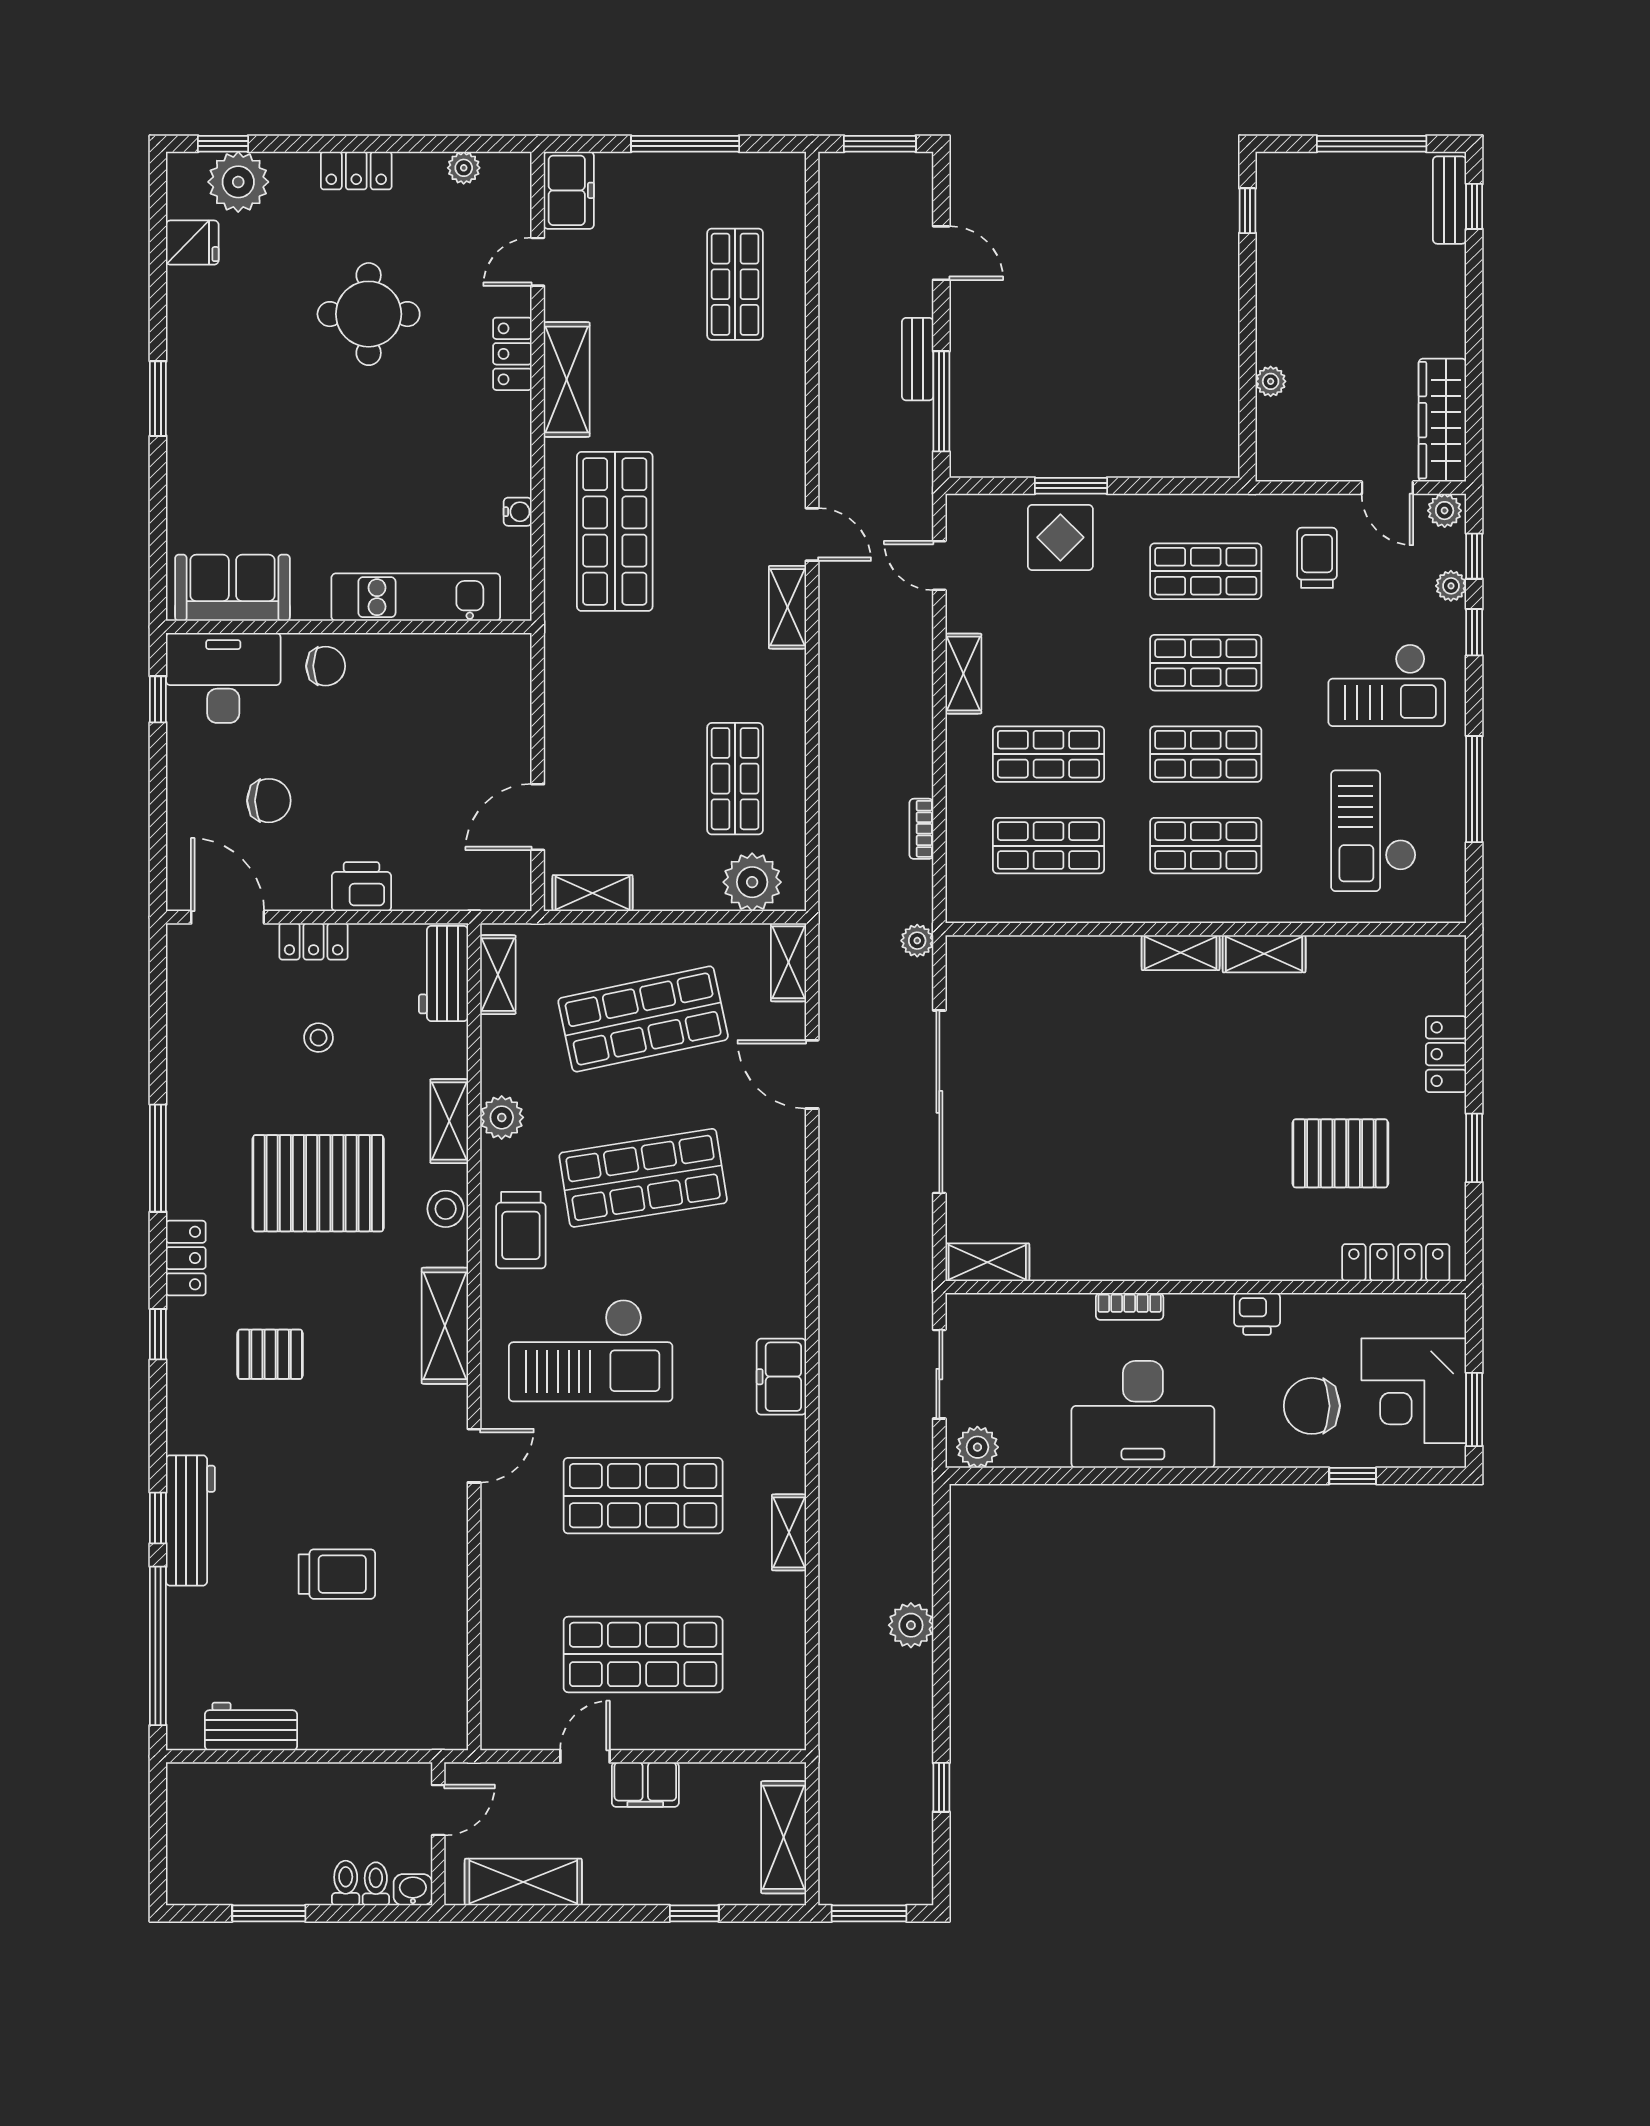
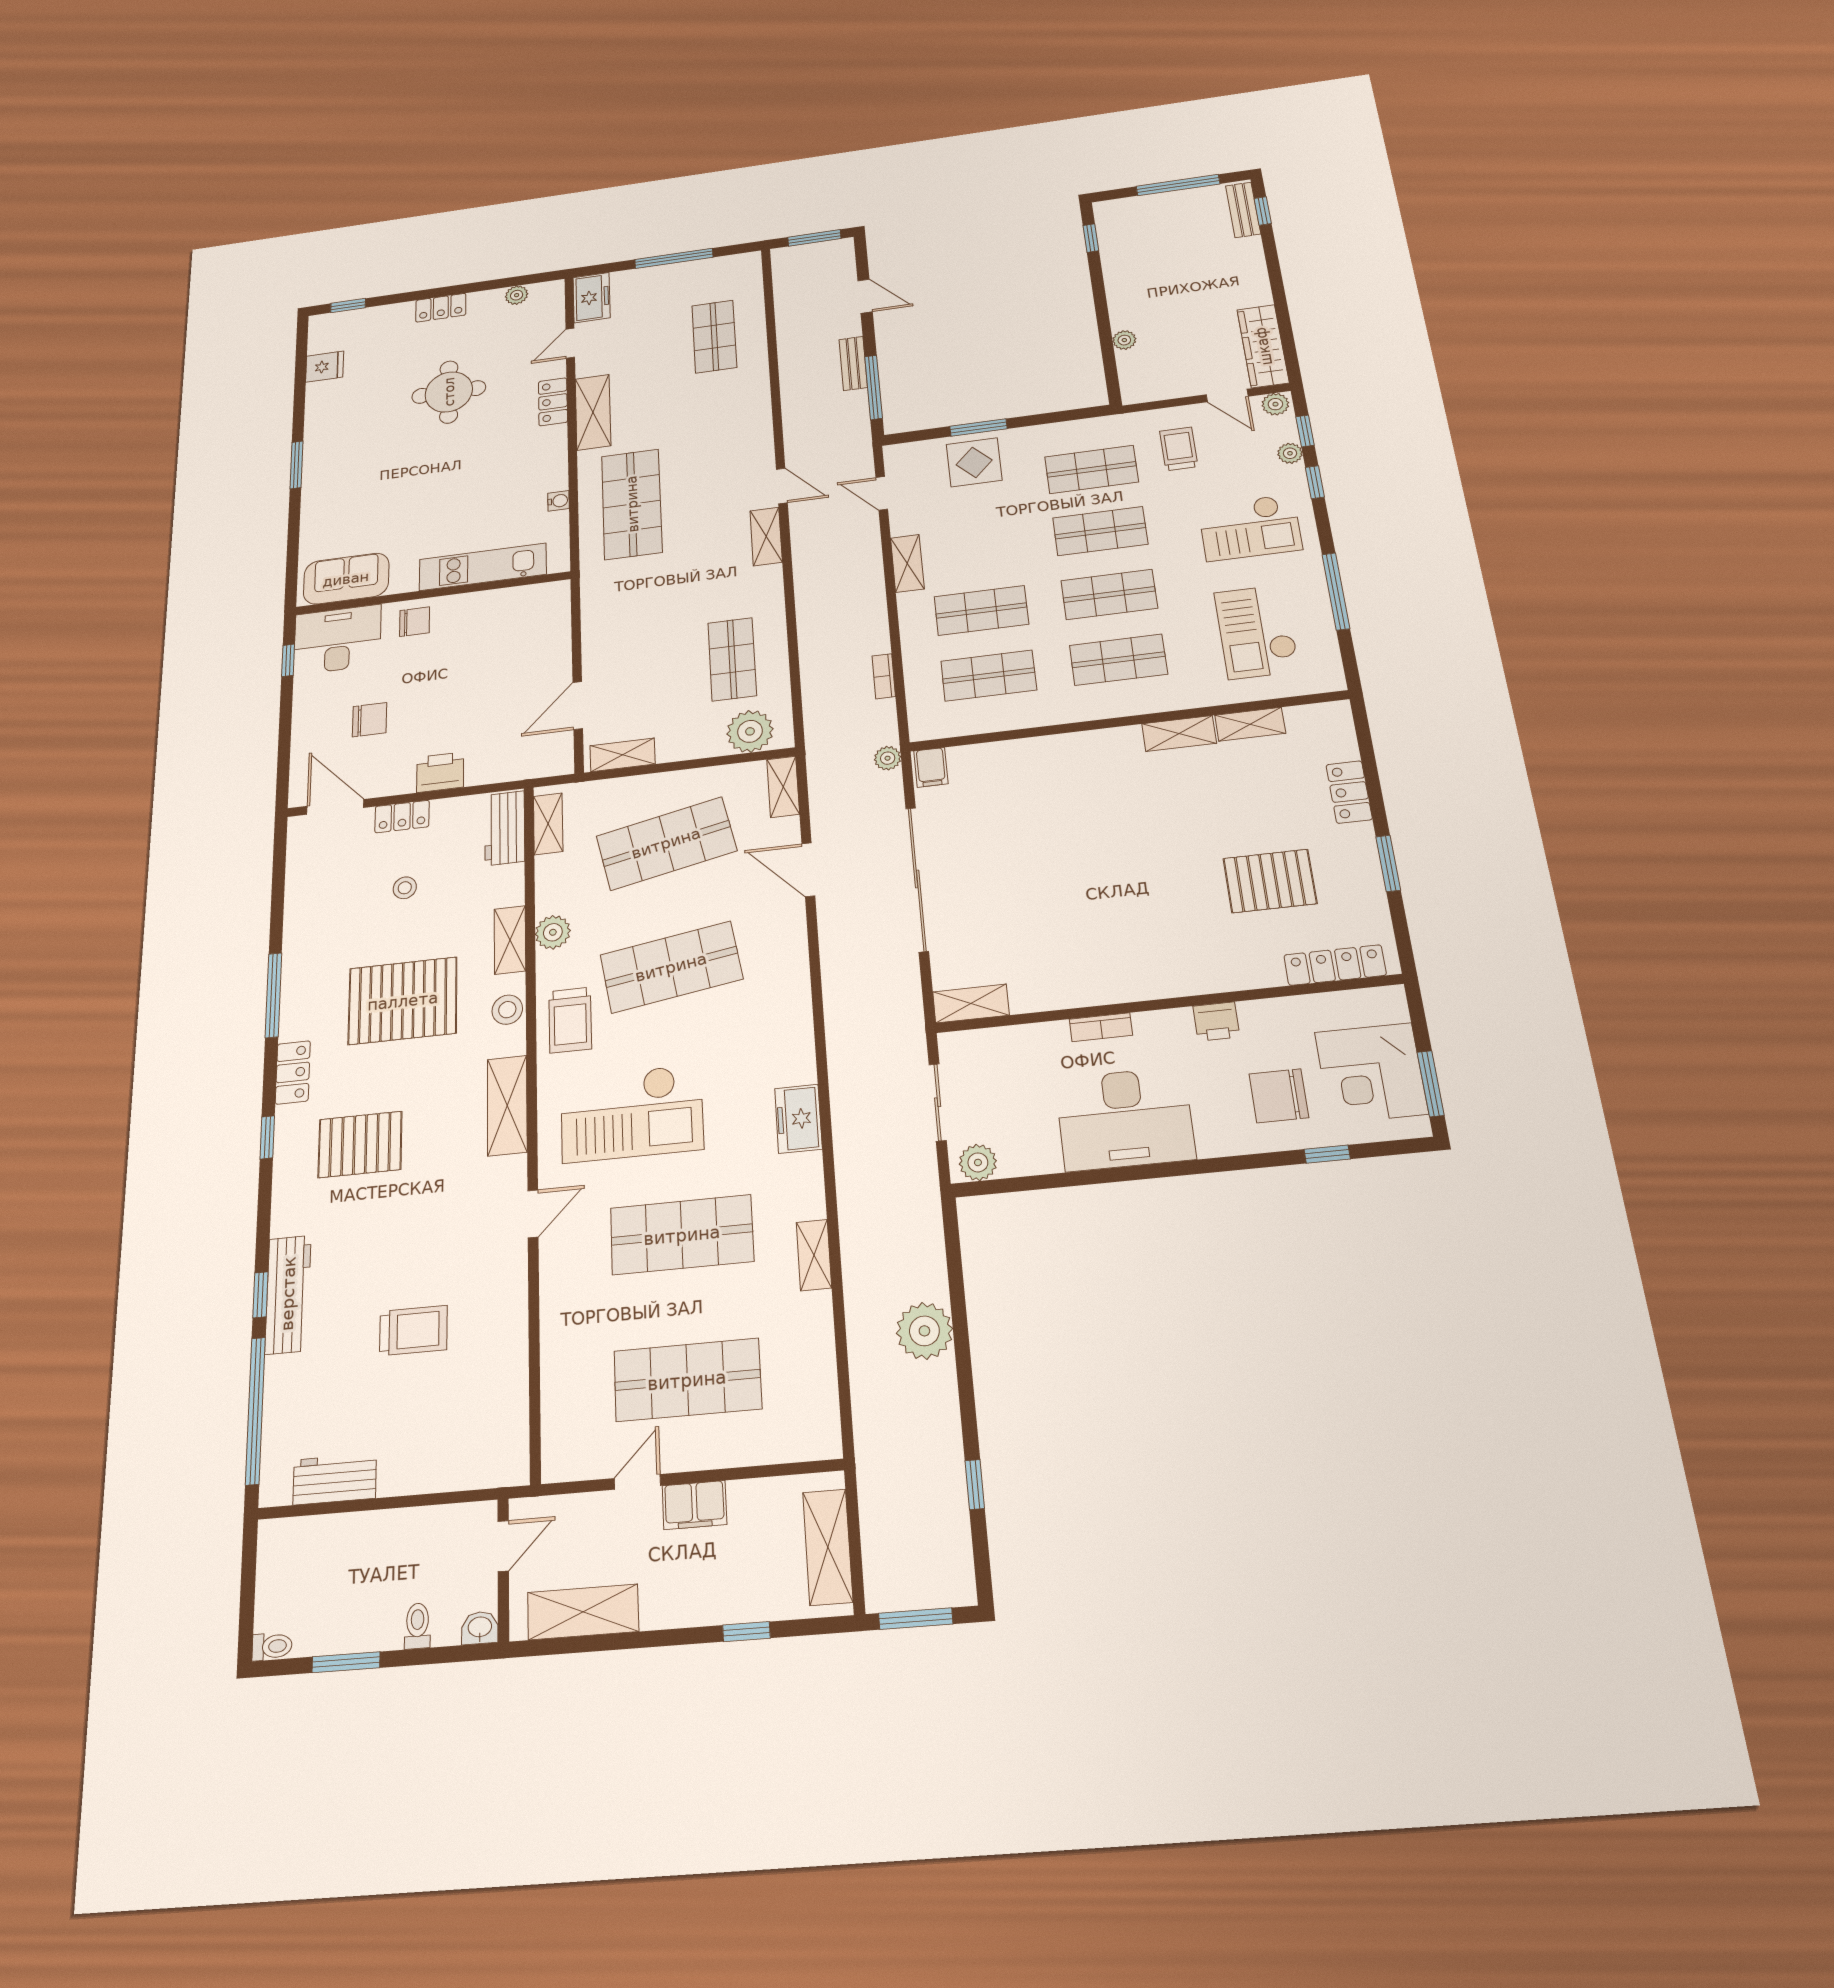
plant: (238, 182) -> (358, 326), removed
shelving: (1181, 953) -> (1250, 724), moved
filing cabinet: (968, 960) -> (931, 767), added
pallet: (270, 1354) -> (360, 1144), width x1.50, depth x1.42
plant: (911, 1625) -> (924, 1331), width x1.36, depth x1.36
toilet: (376, 1884) -> (272, 1646), moved, turned 90

